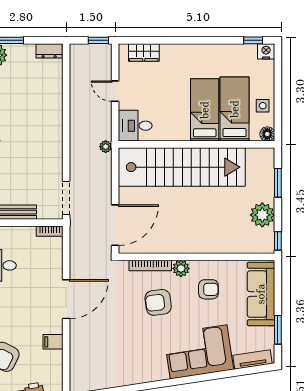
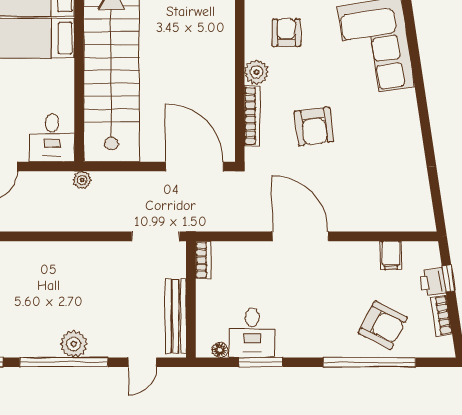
armchair: (158, 302) -> (314, 126), moved
filing cabinet: (53, 342) -> (391, 255), moved

